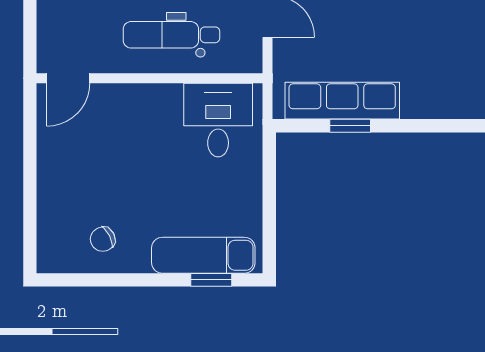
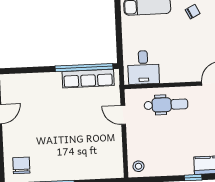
window: (350, 126) -> (84, 68), width x3.17

